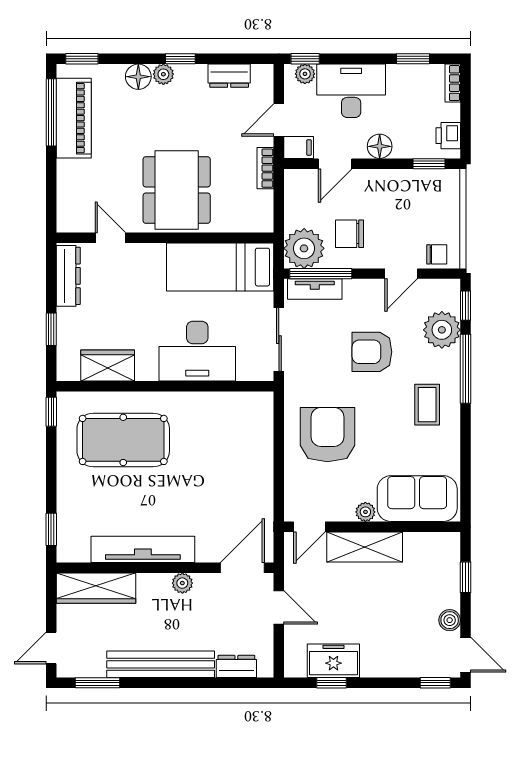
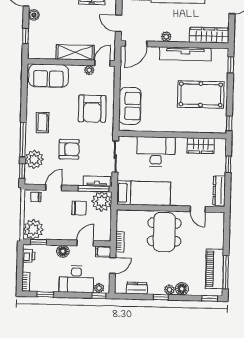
plant: (440, 189) -> (33, 229), added
pool table: (123, 440) -> (201, 94), moved
sofa: (252, 442) -> (130, 106), added
plant: (365, 512) -> (89, 70), moved

